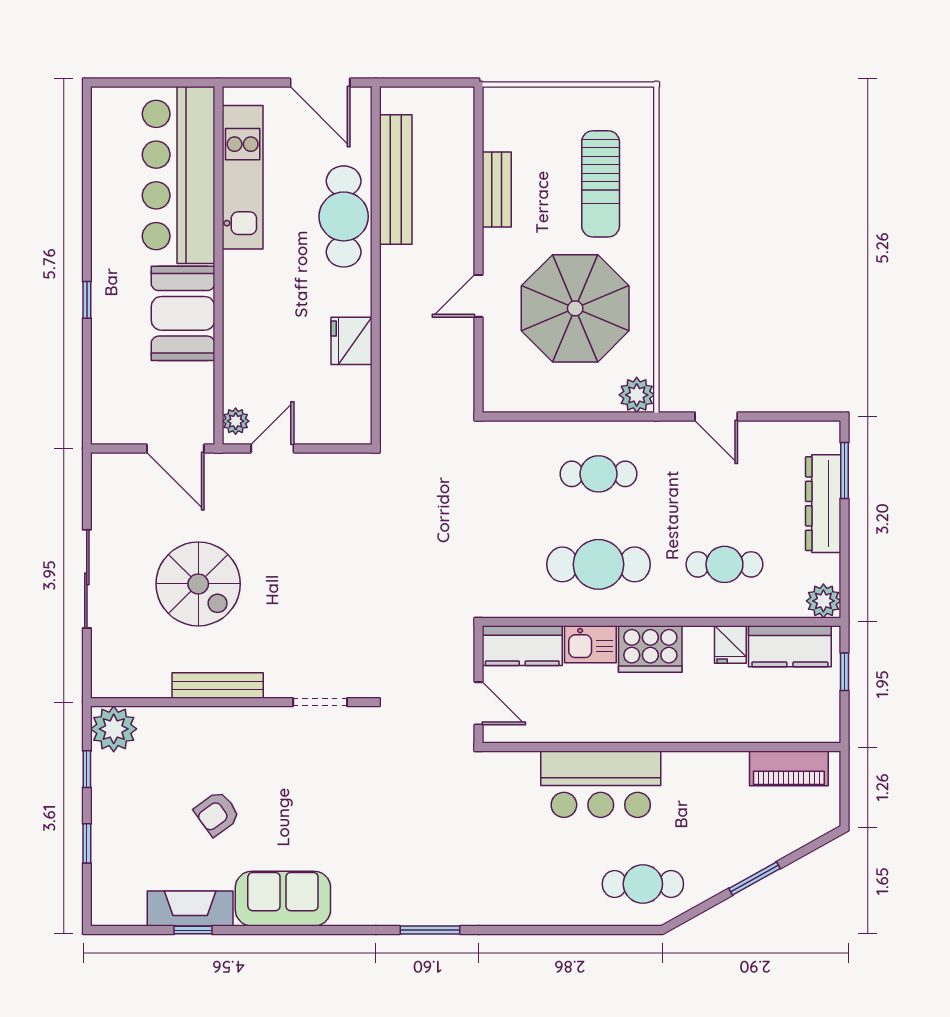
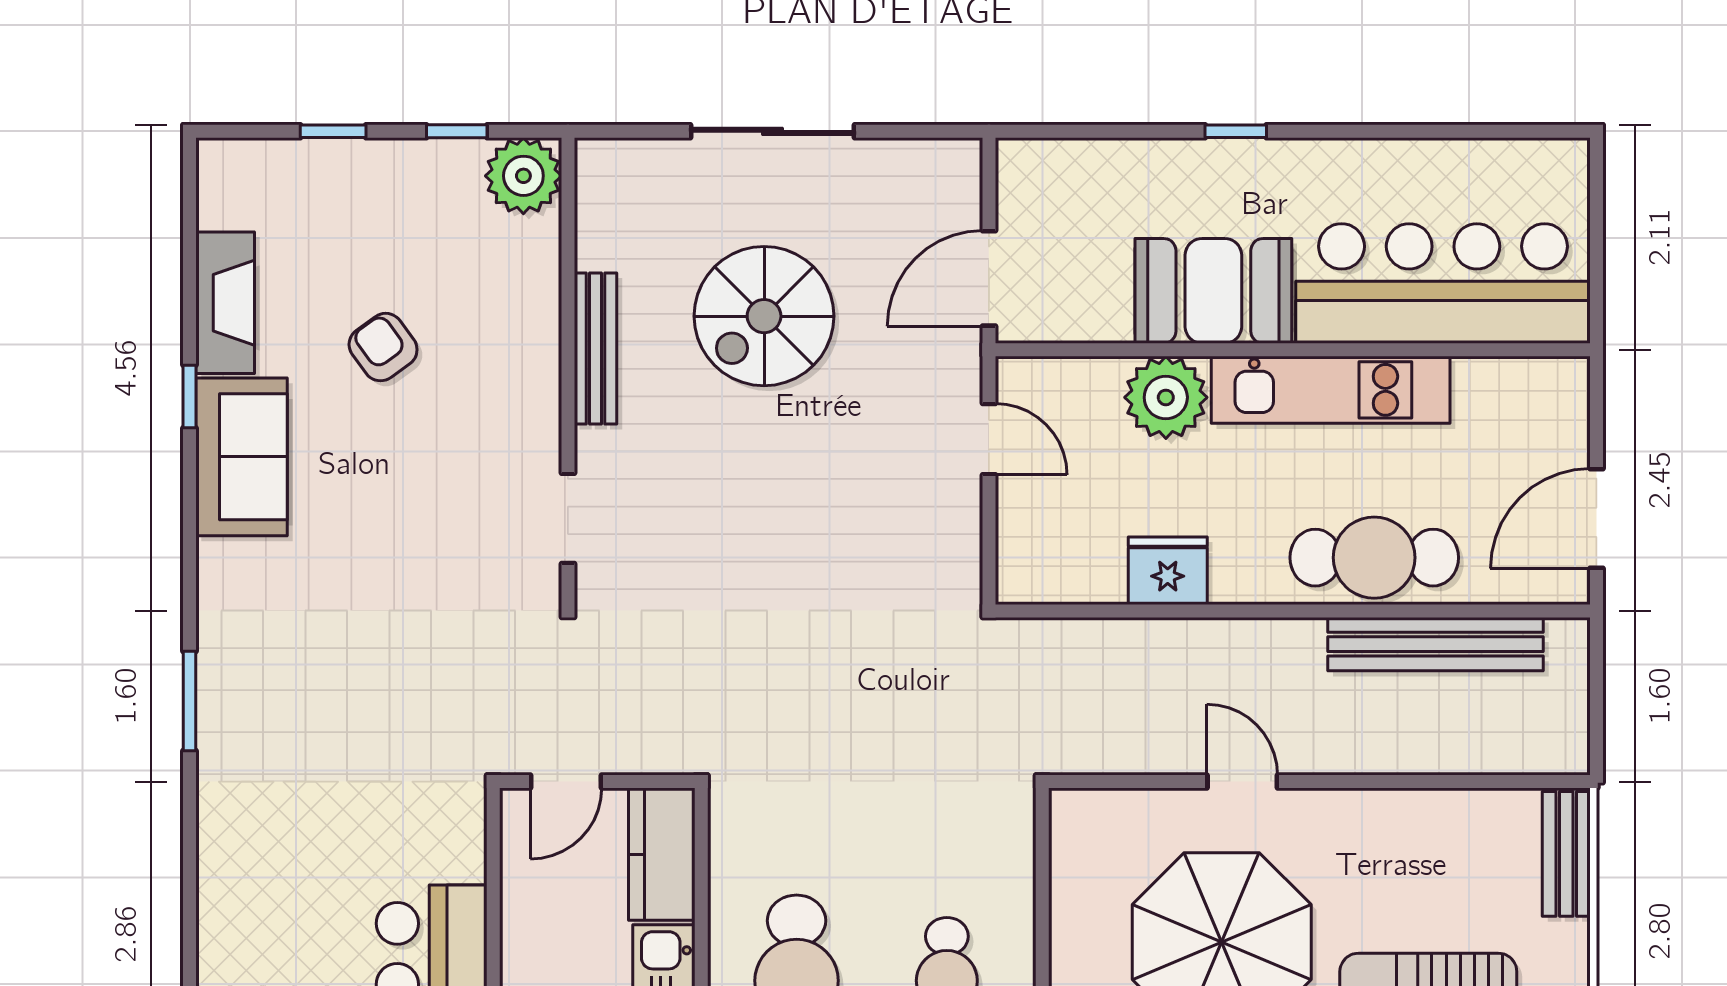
kitchen unit: (243, 177) -> (1331, 390), moved
bench: (497, 189) -> (1566, 854), moved, turned 90
plant: (236, 421) -> (1166, 397), moved, width x1.88, depth x1.88
window: (193, 930) -> (190, 396), moved

